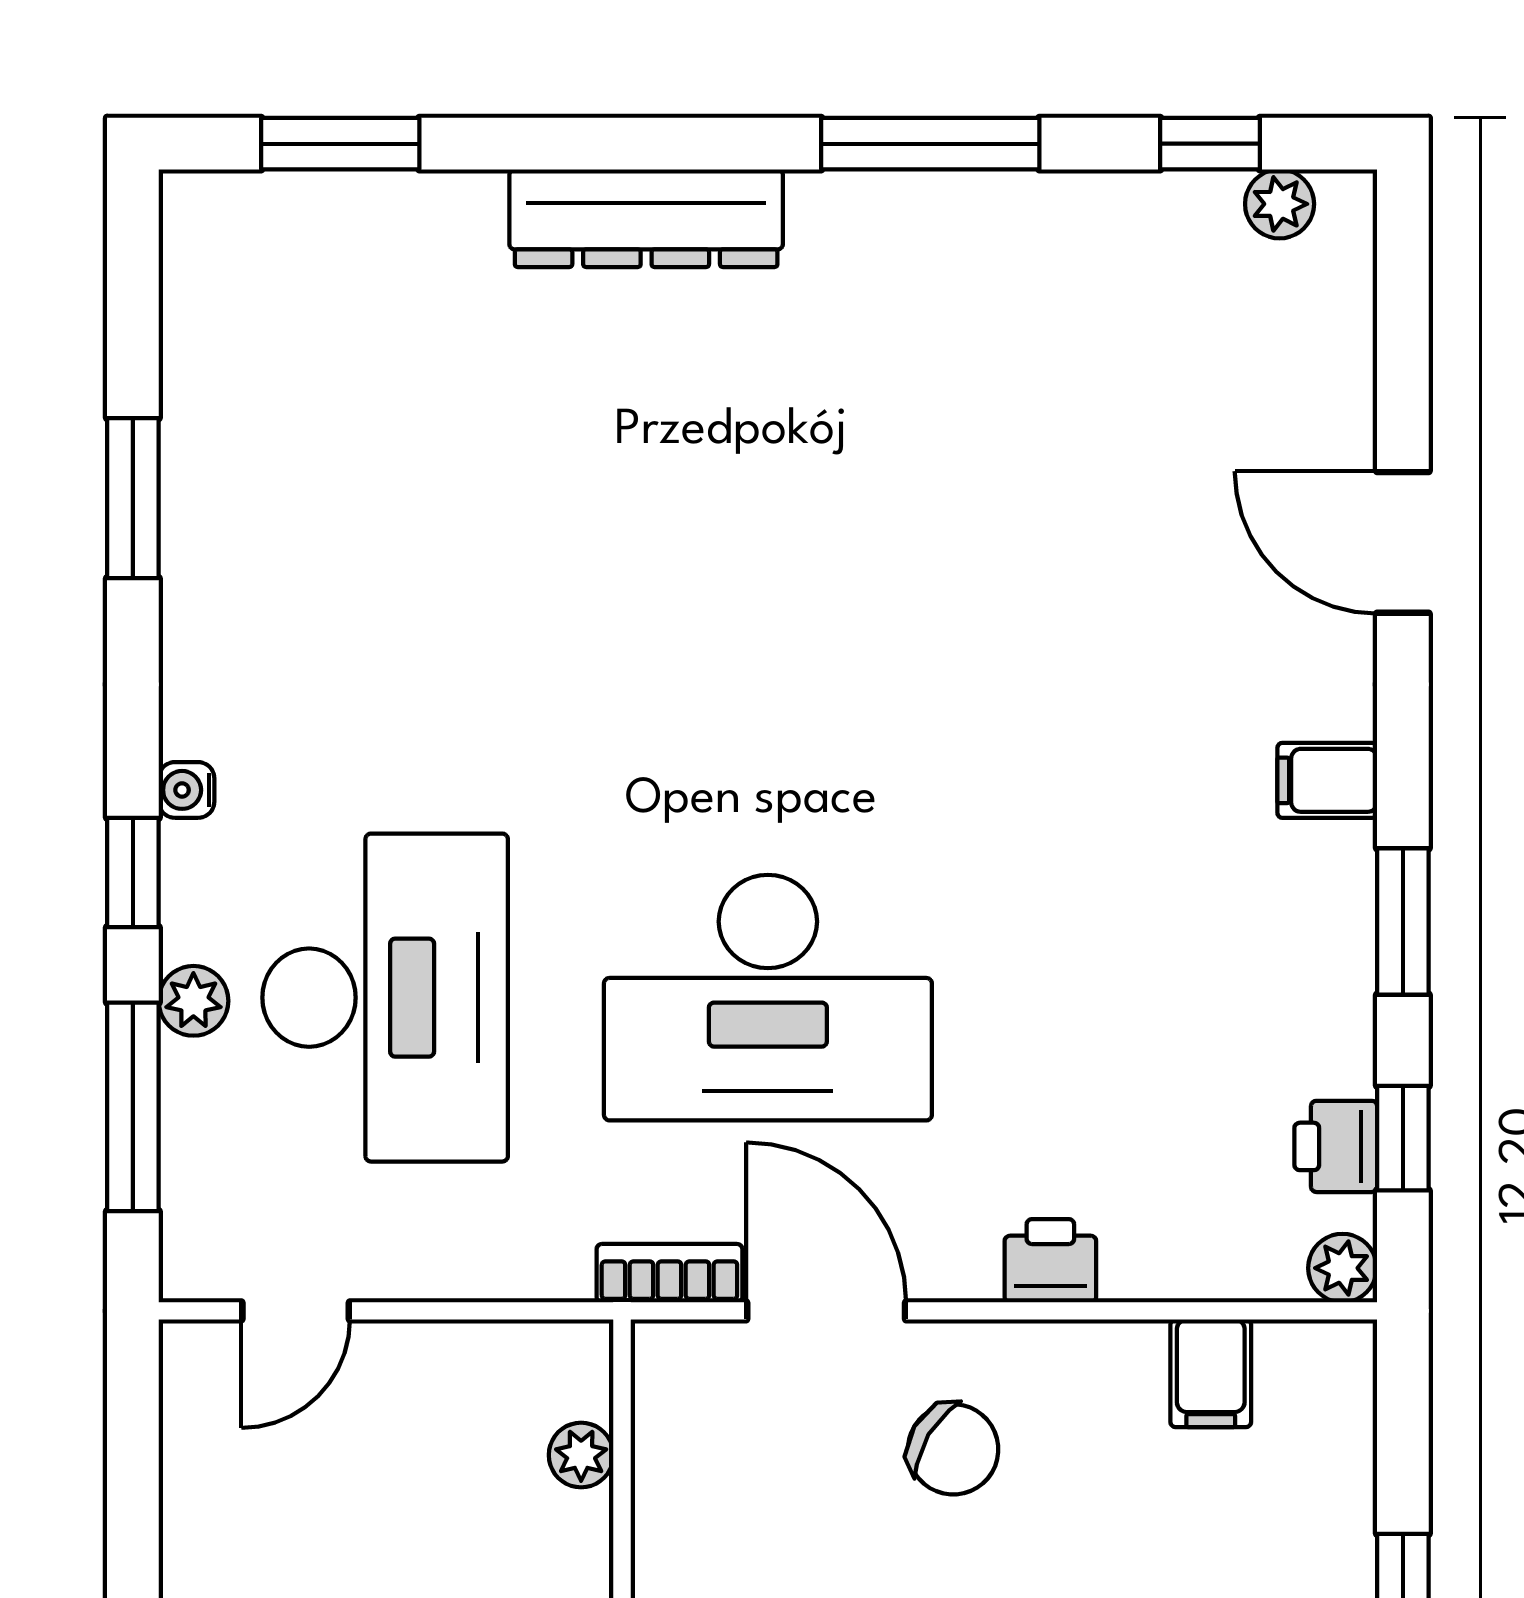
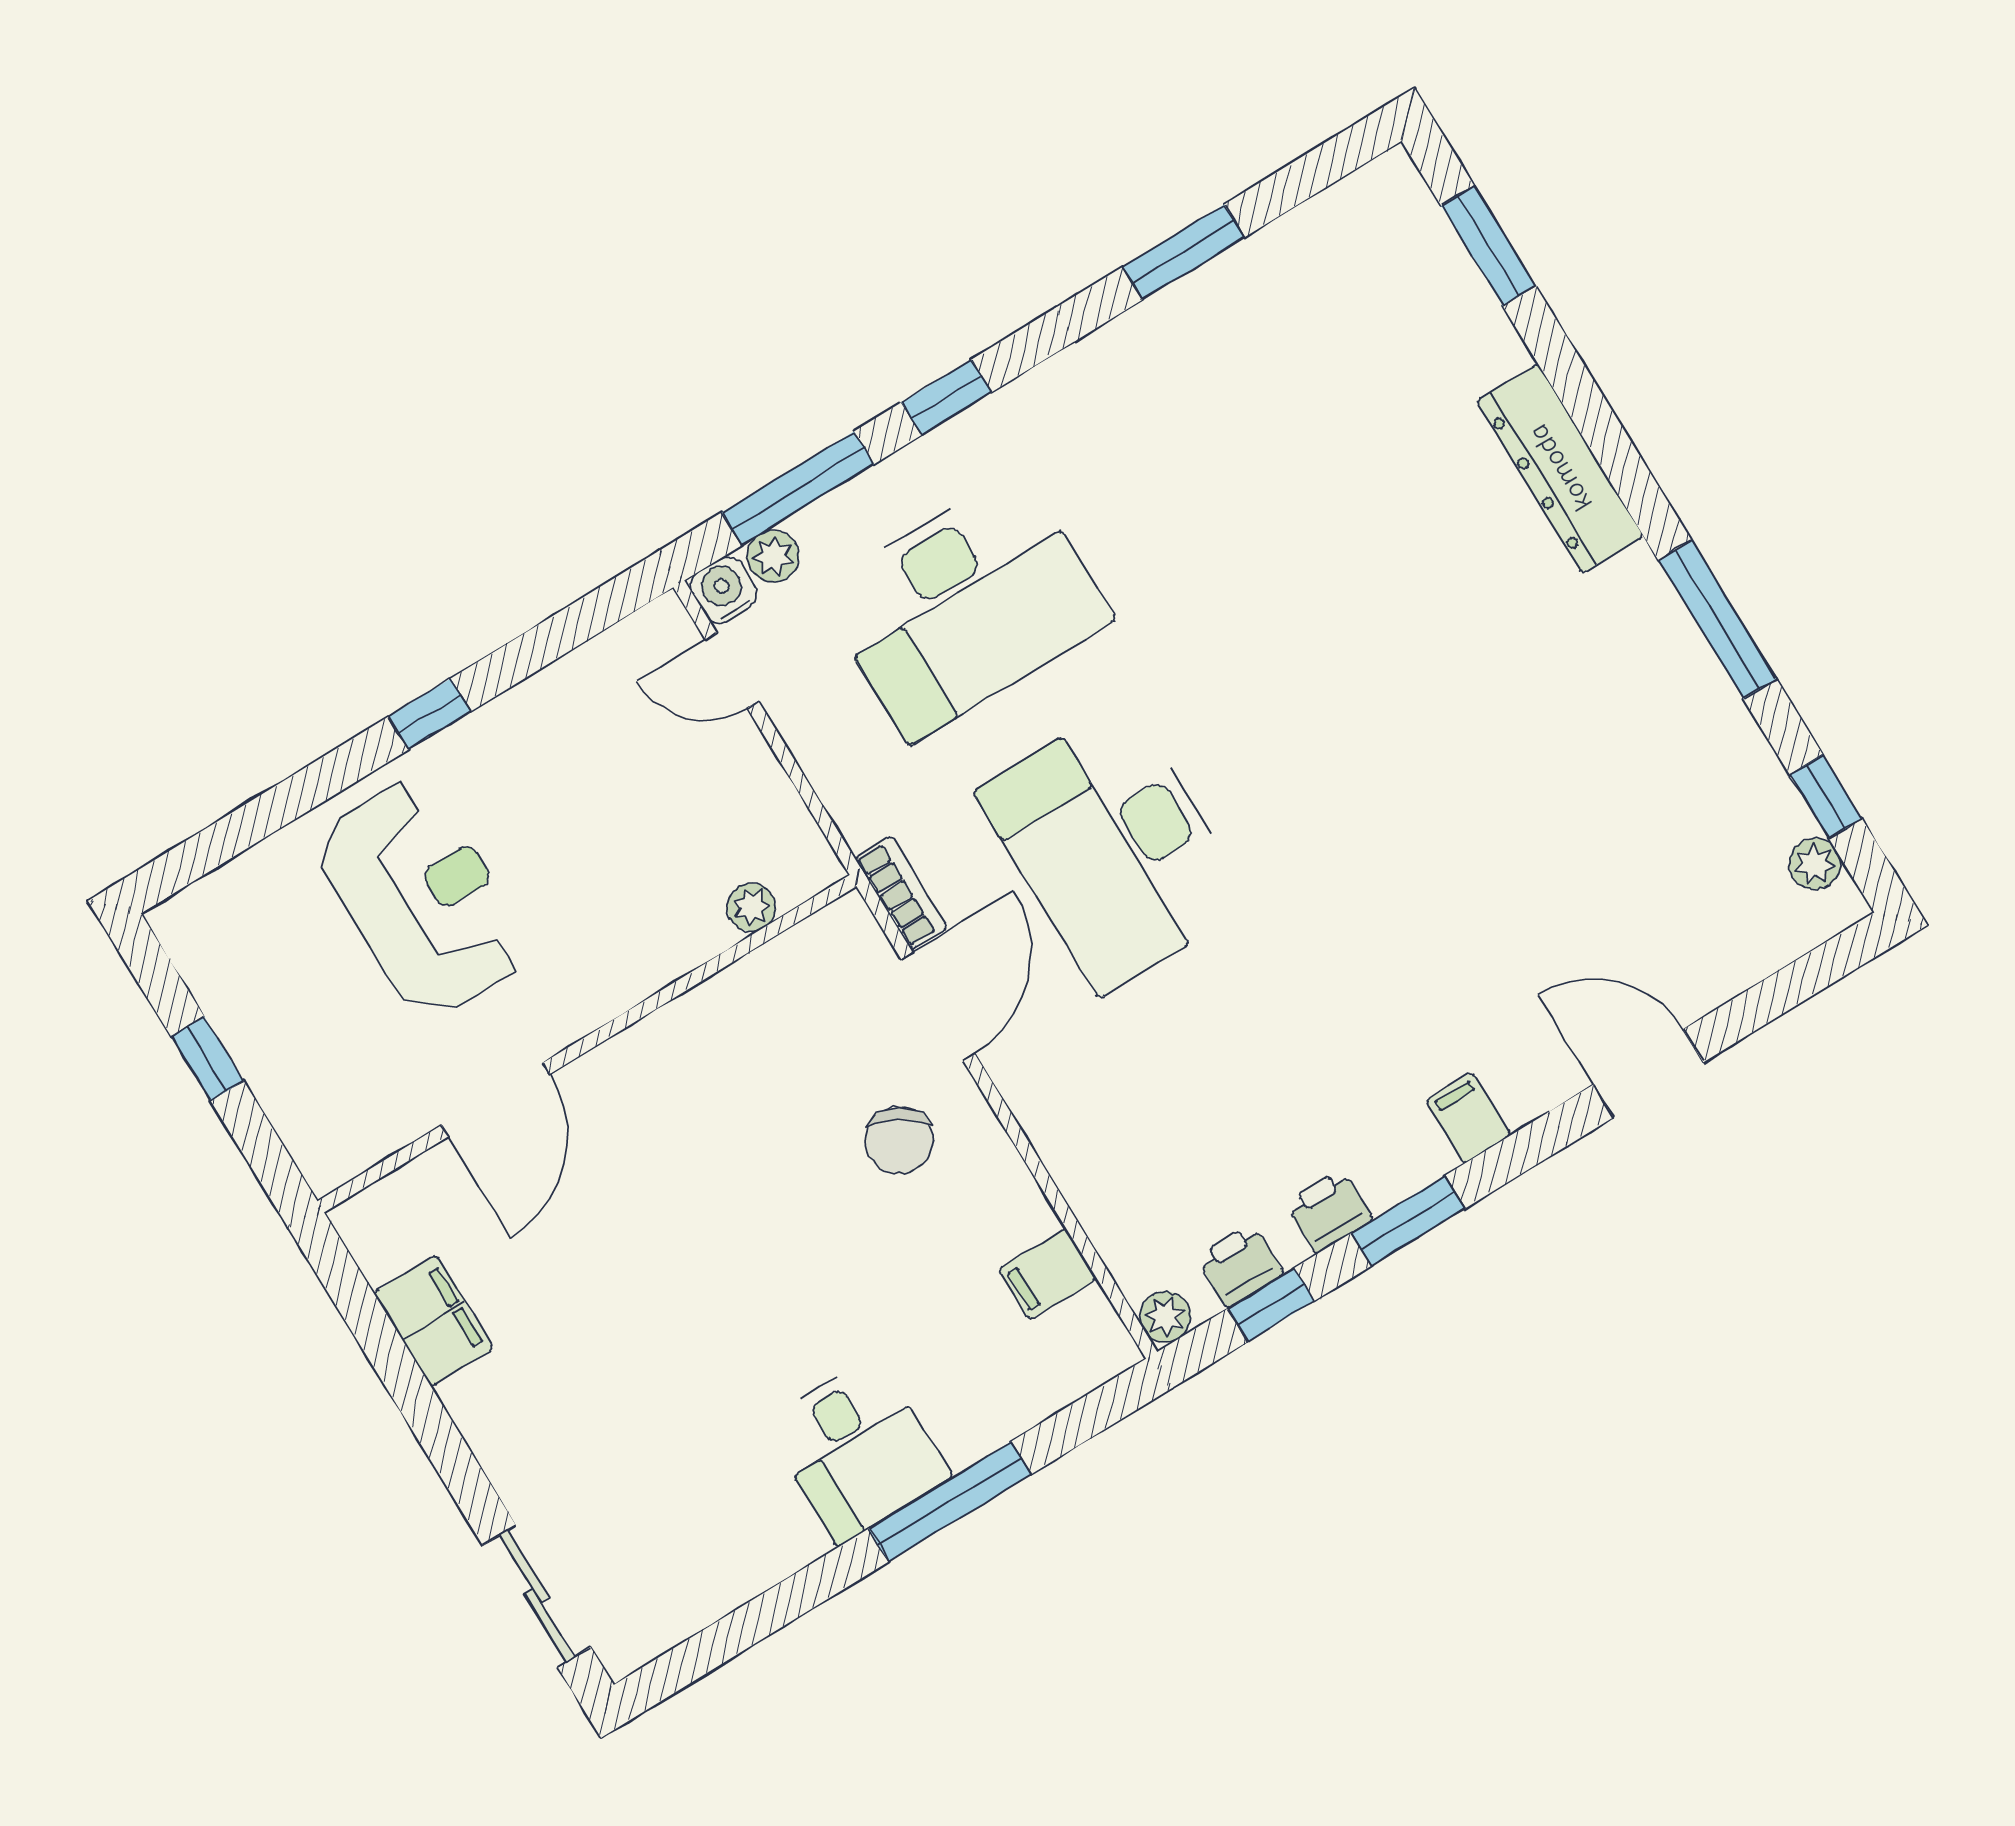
door: (1403, 542) -> (1648, 1074), hinge flipped
water cooler: (187, 790) -> (724, 590), moved, width x1.38, depth x1.38
plant: (193, 1001) -> (773, 556), moved
printer: (1050, 1261) -> (1329, 1211), moved, turned -90

